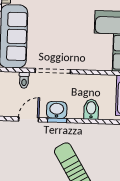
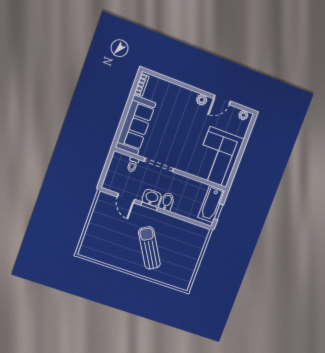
bidet: (91, 109) -> (167, 202), moved
door: (29, 119) -> (126, 198), swing flipped

